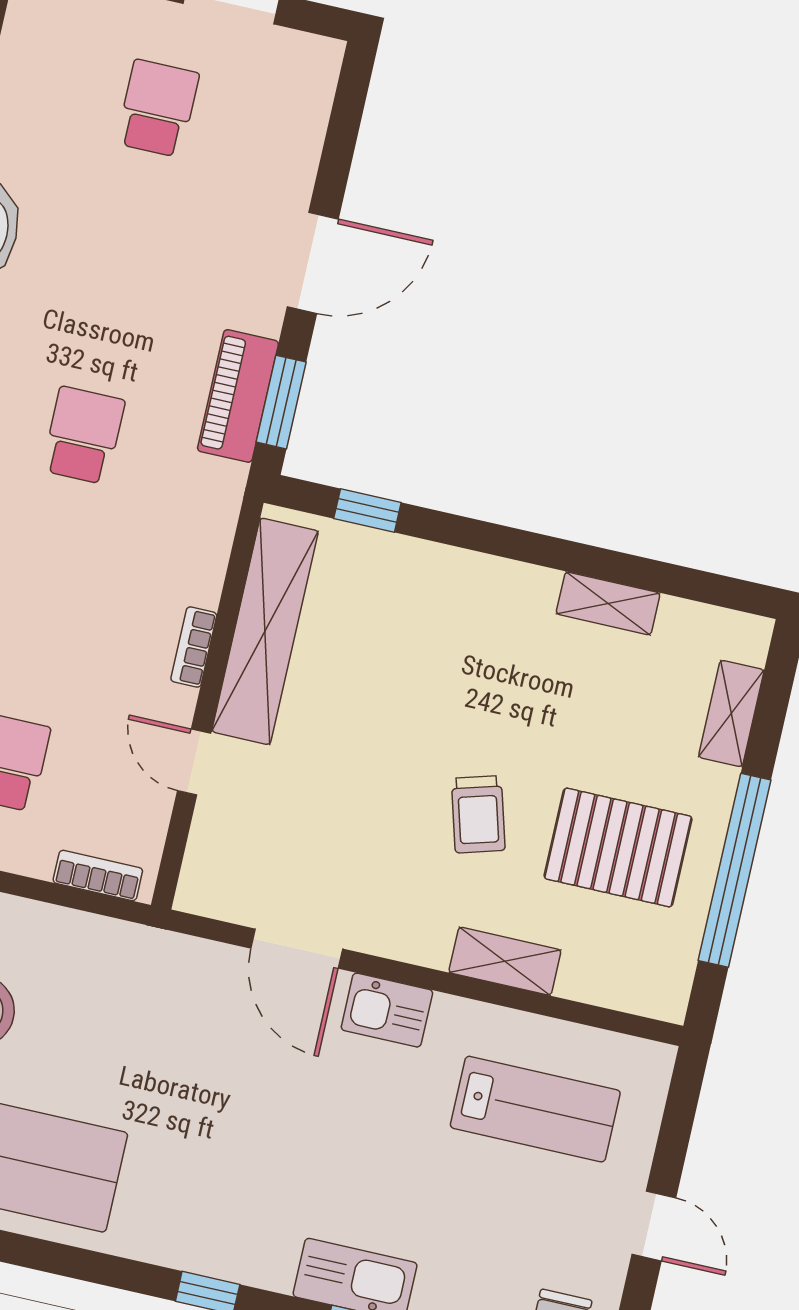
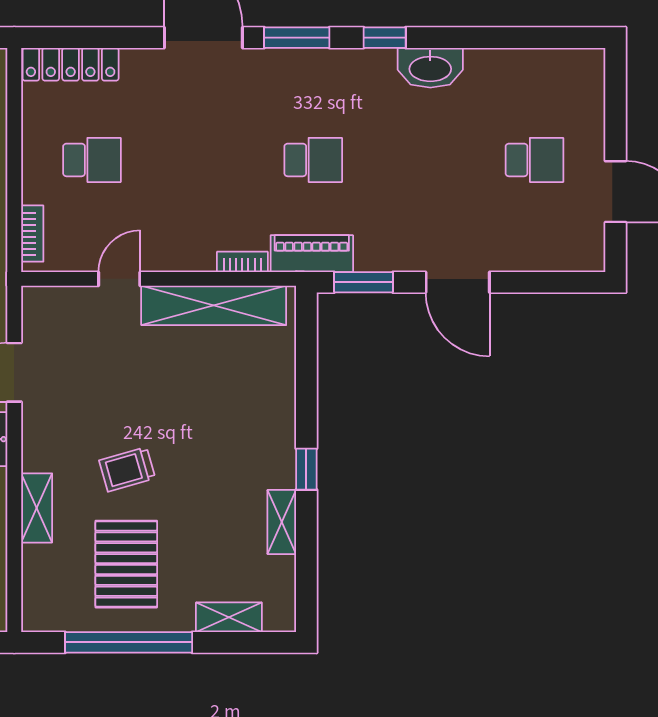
piano: (238, 396) -> (312, 254), moved
window: (367, 510) -> (306, 469), moved
bookcase: (194, 647) -> (242, 262), moved

